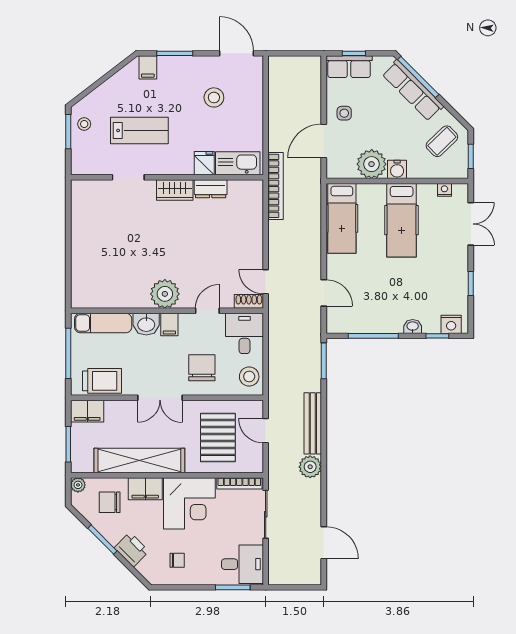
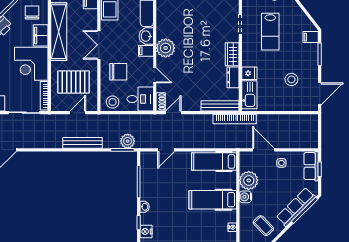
bench: (255, 209) -> (220, 106), added
plant: (310, 467) -> (128, 141), moved

